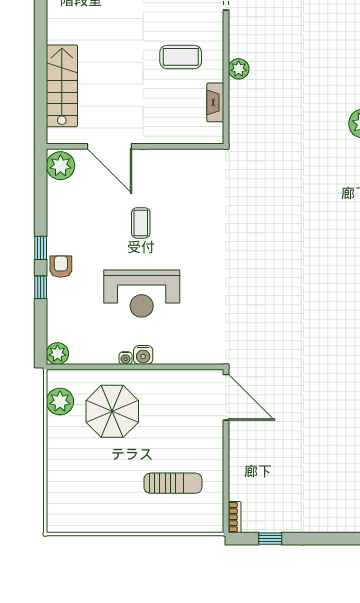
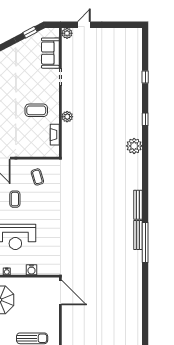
coffee table: (183, 182) -> (37, 177), added
water cooler: (143, 355) -> (31, 270), moved

